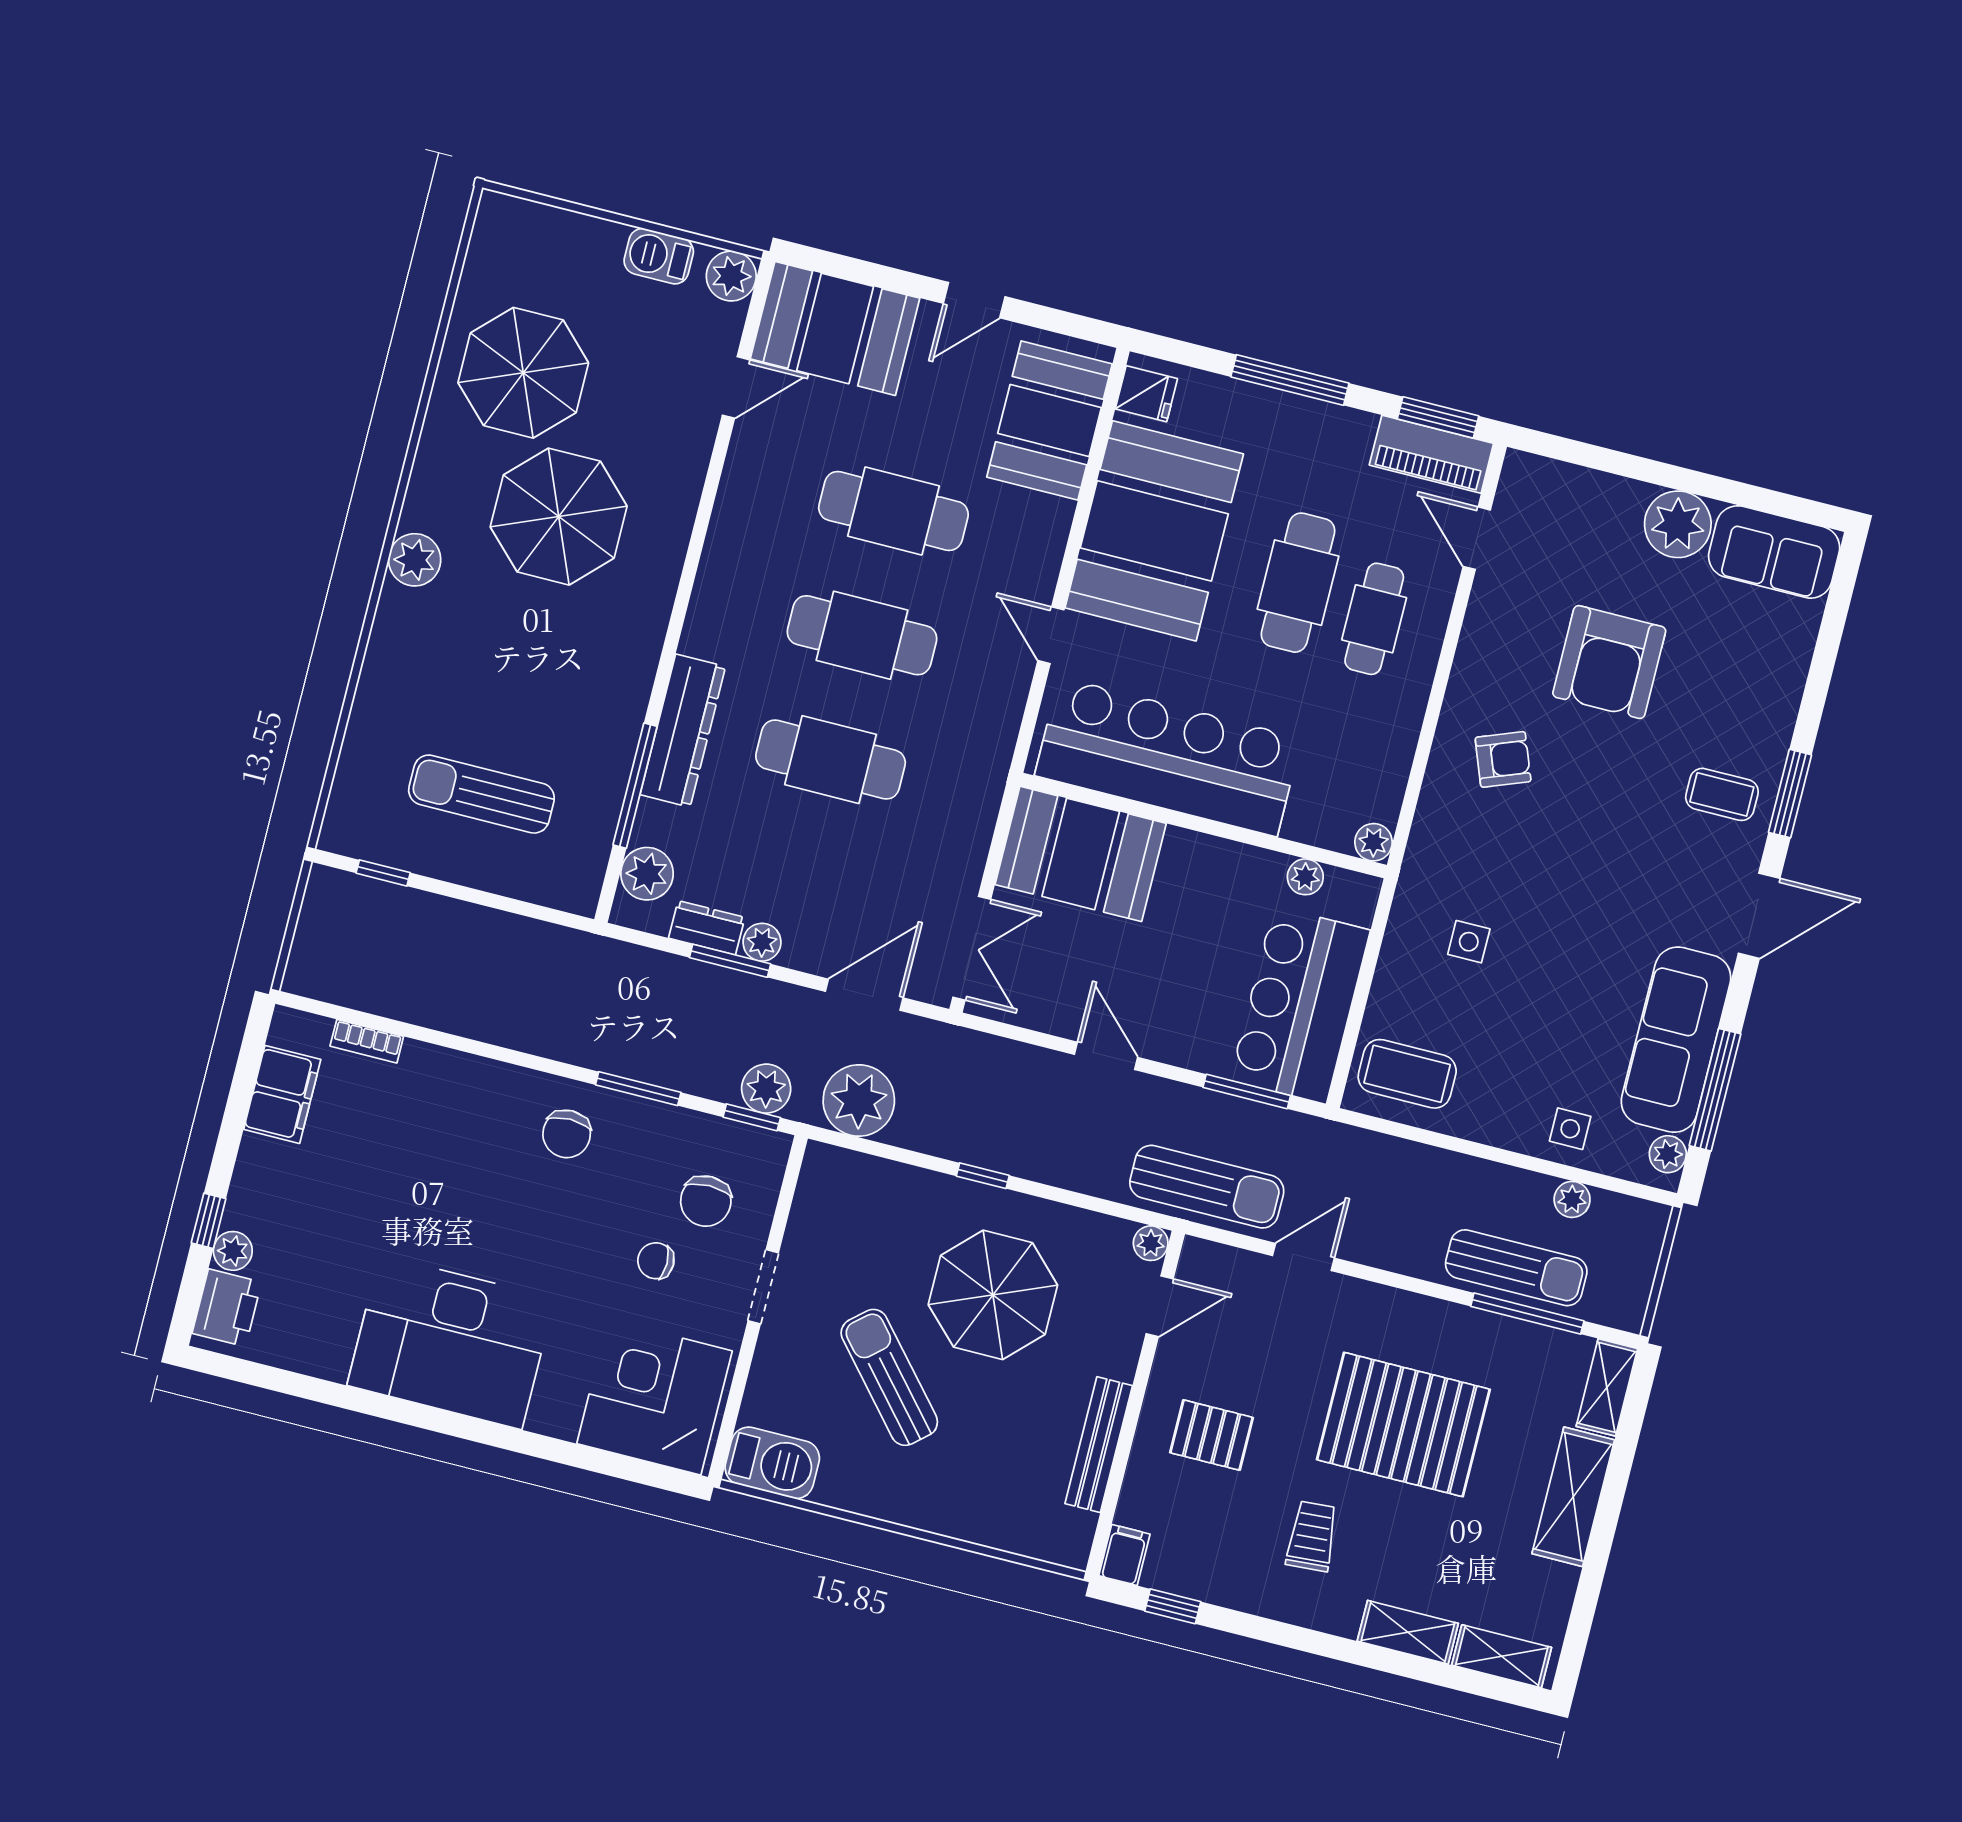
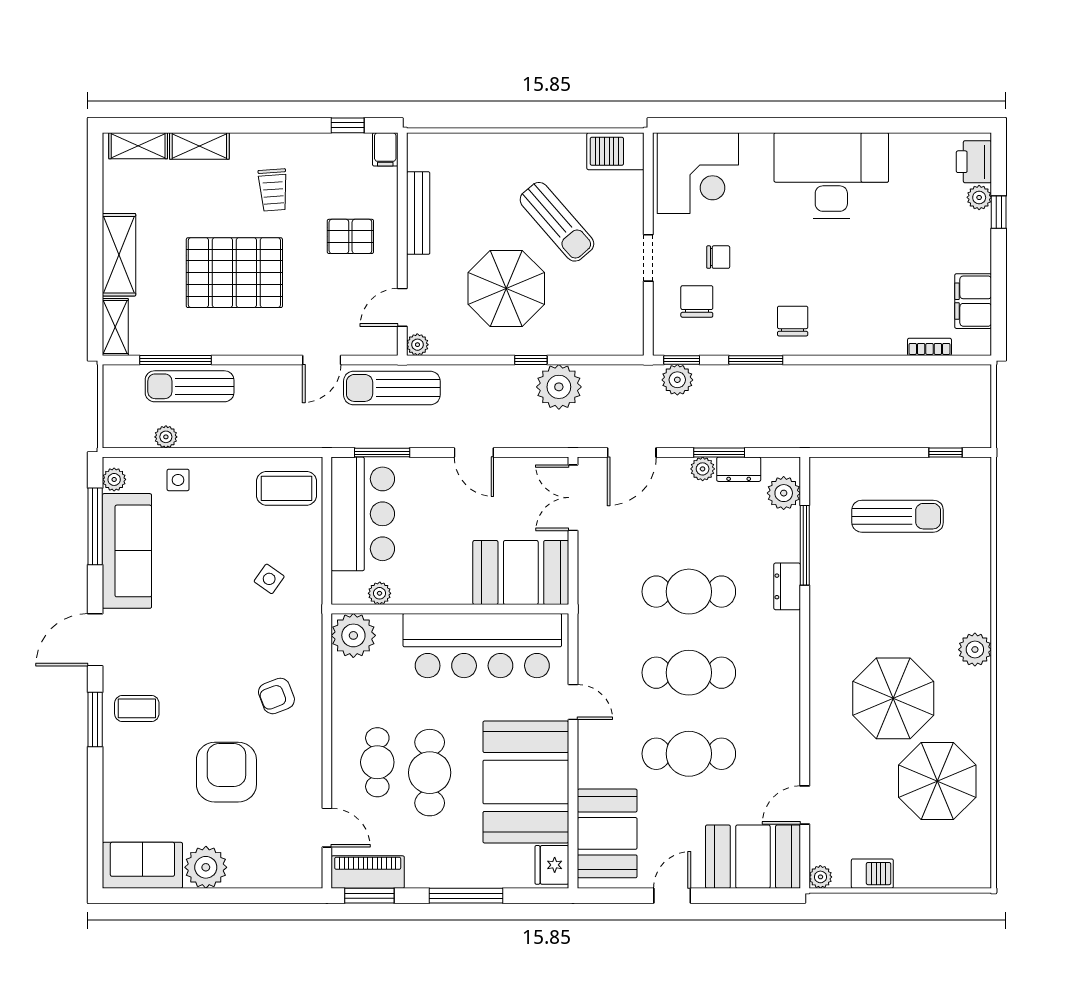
plant: (731, 276) -> (820, 877), width x0.73, depth x0.73
fridge: (1146, 394) -> (552, 865), width x1.38
dresser: (683, 731) -> (787, 586), width x0.51, depth x0.80
plant: (1374, 842) -> (353, 635), width x1.87, depth x1.87
side table: (1469, 942) -> (269, 579), turned 35
plant: (859, 1100) -> (559, 387), moved

